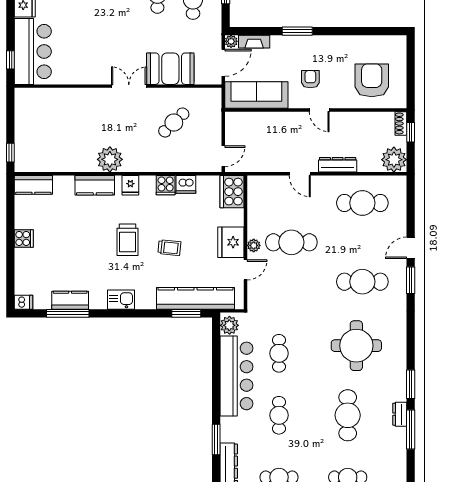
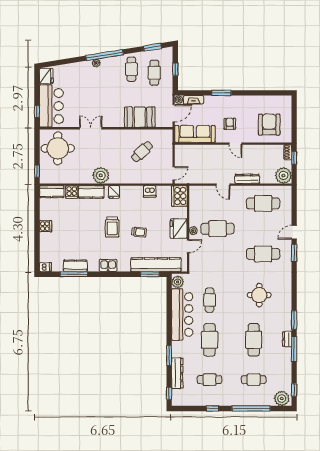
double door: (129, 86) -> (91, 128), moved
round table: (43, 117) -> (58, 148), added
cooker: (166, 185) -> (72, 192), moved
round table: (356, 346) -> (259, 295), width x0.73, depth x0.73
cafe table: (279, 415) -> (210, 340), width x1.37, depth x1.35

